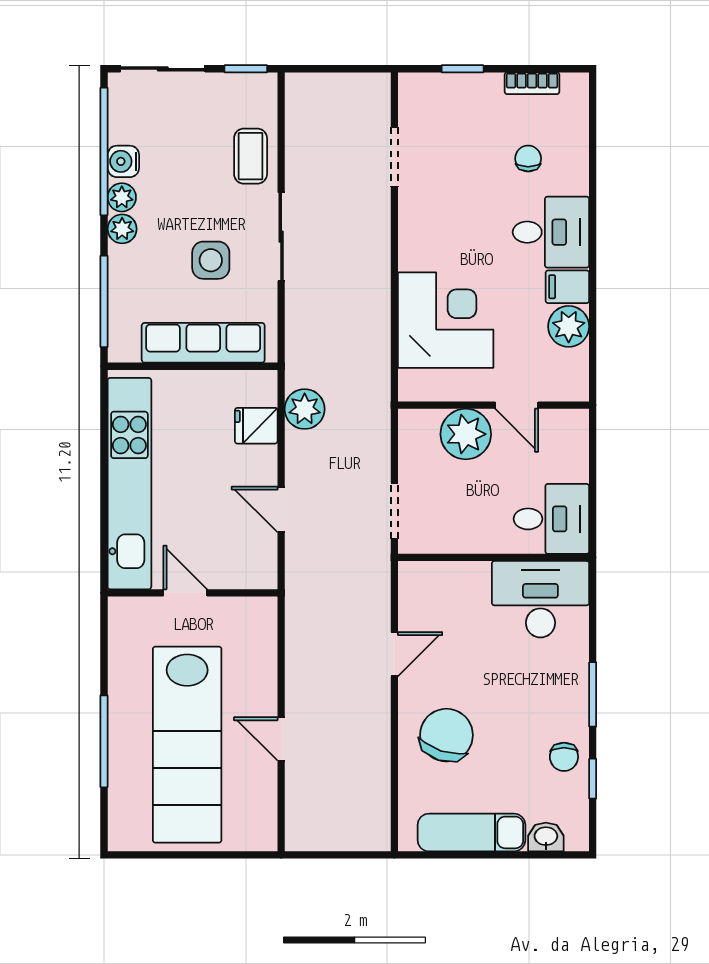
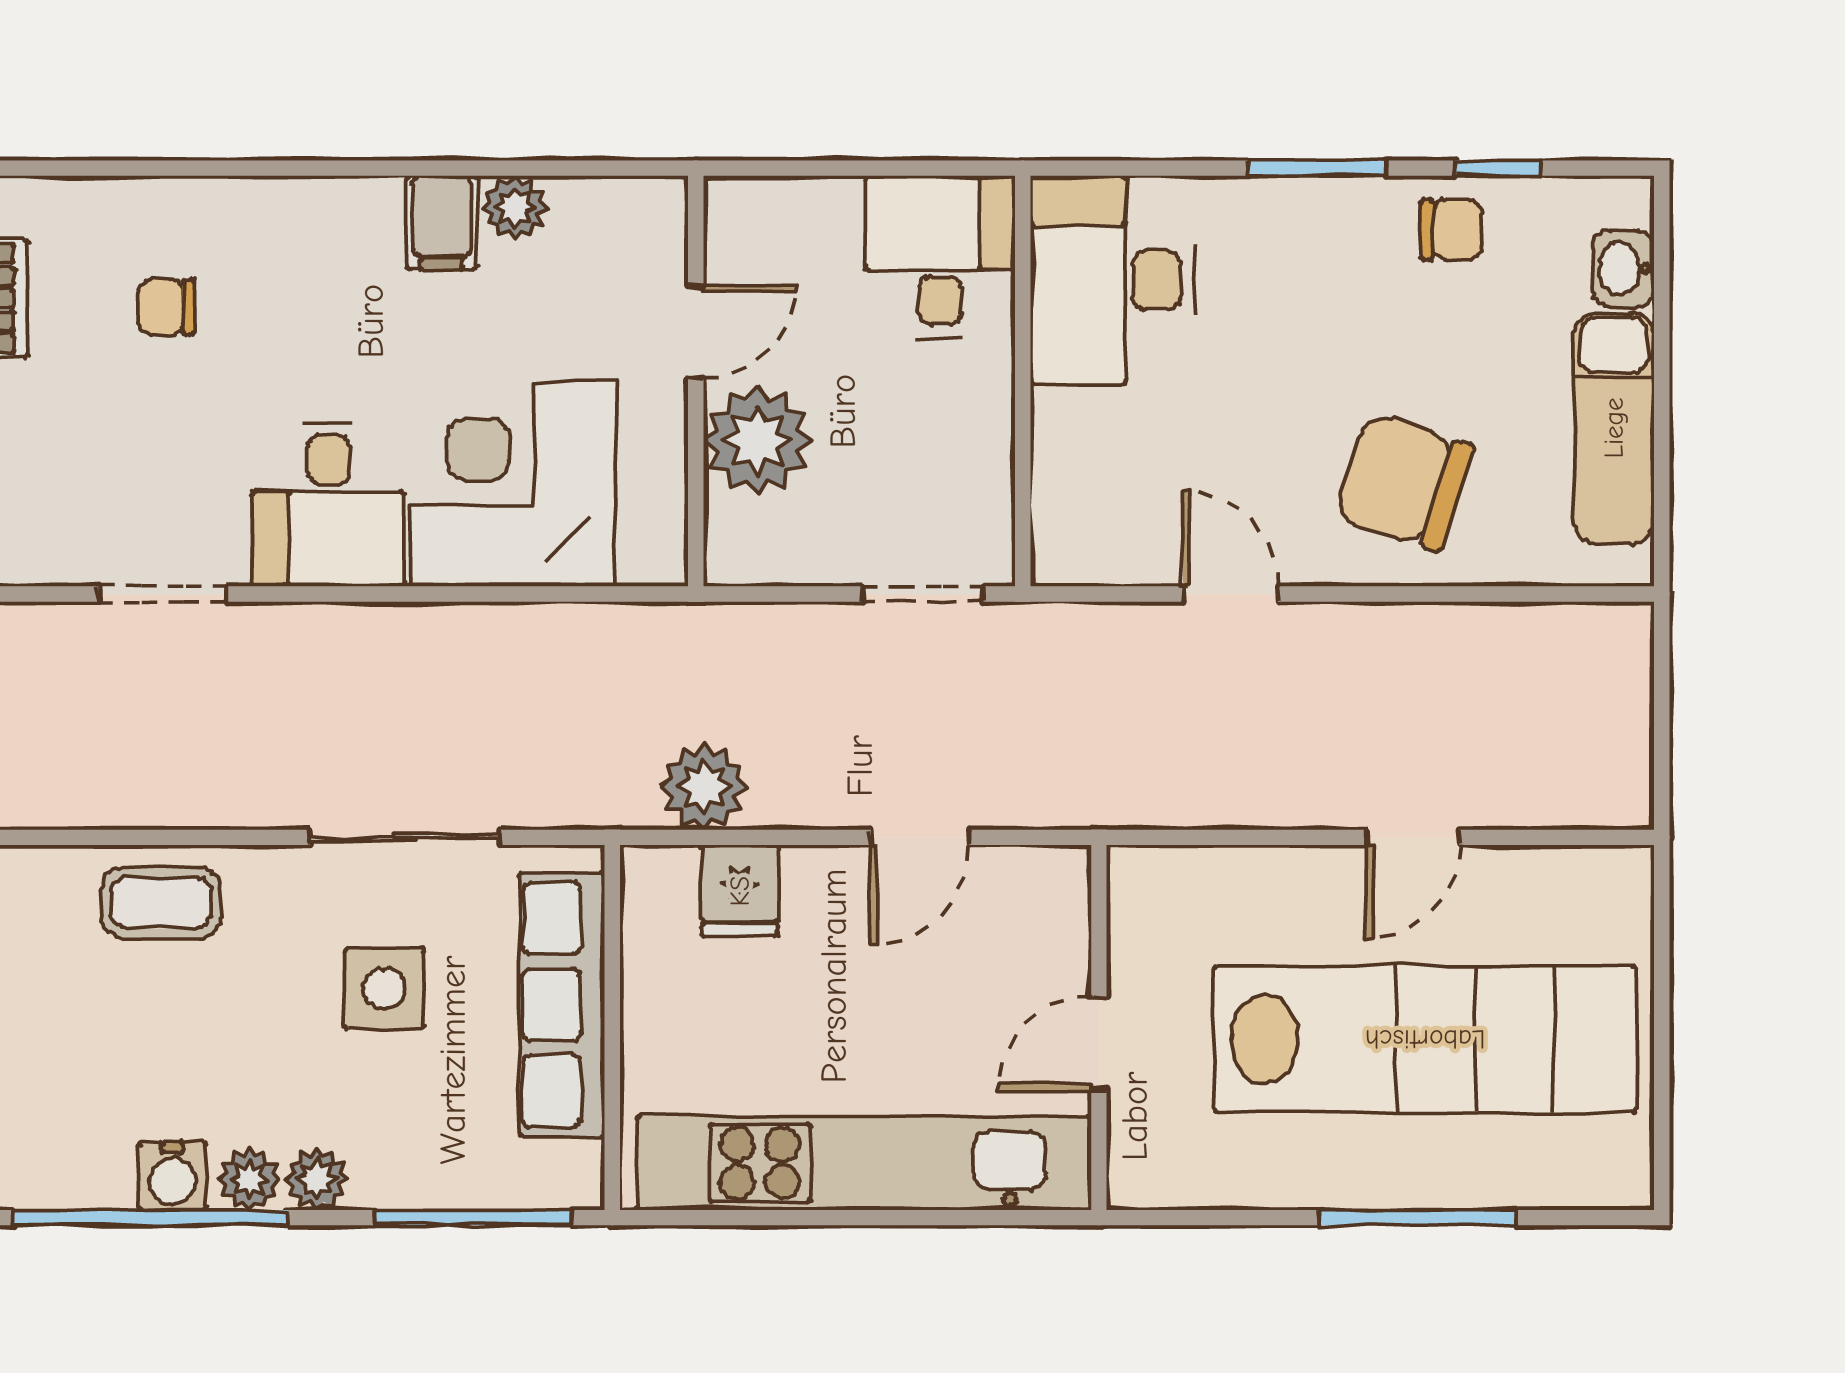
desk: (551, 232) -> (328, 504), moved, turned 180
sliding door: (281, 237) -> (405, 837), moved
plant: (569, 326) -> (515, 208), width x0.73, depth x0.73

